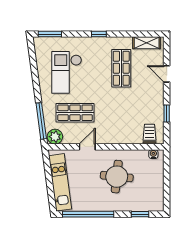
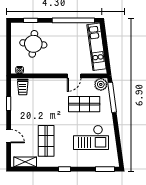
checkout: (67, 72) -> (91, 137), turned 90
round table: (117, 177) -> (33, 44), moved

